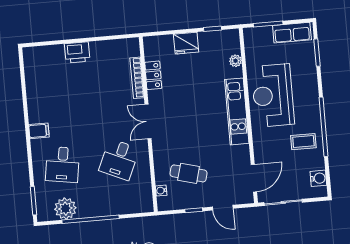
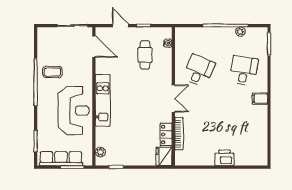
row of seats: (292, 33) -> (61, 159), width x1.48
fridge: (186, 43) -> (164, 156), moved, turned -90
plant: (235, 61) -> (100, 152), moved
cafe table: (189, 173) -> (145, 55), turned 75
door: (254, 178) -> (94, 47), swing flipped
water cooler: (318, 178) -> (43, 42), removed
plant: (65, 209) -> (240, 32), width x0.53, depth x0.53

